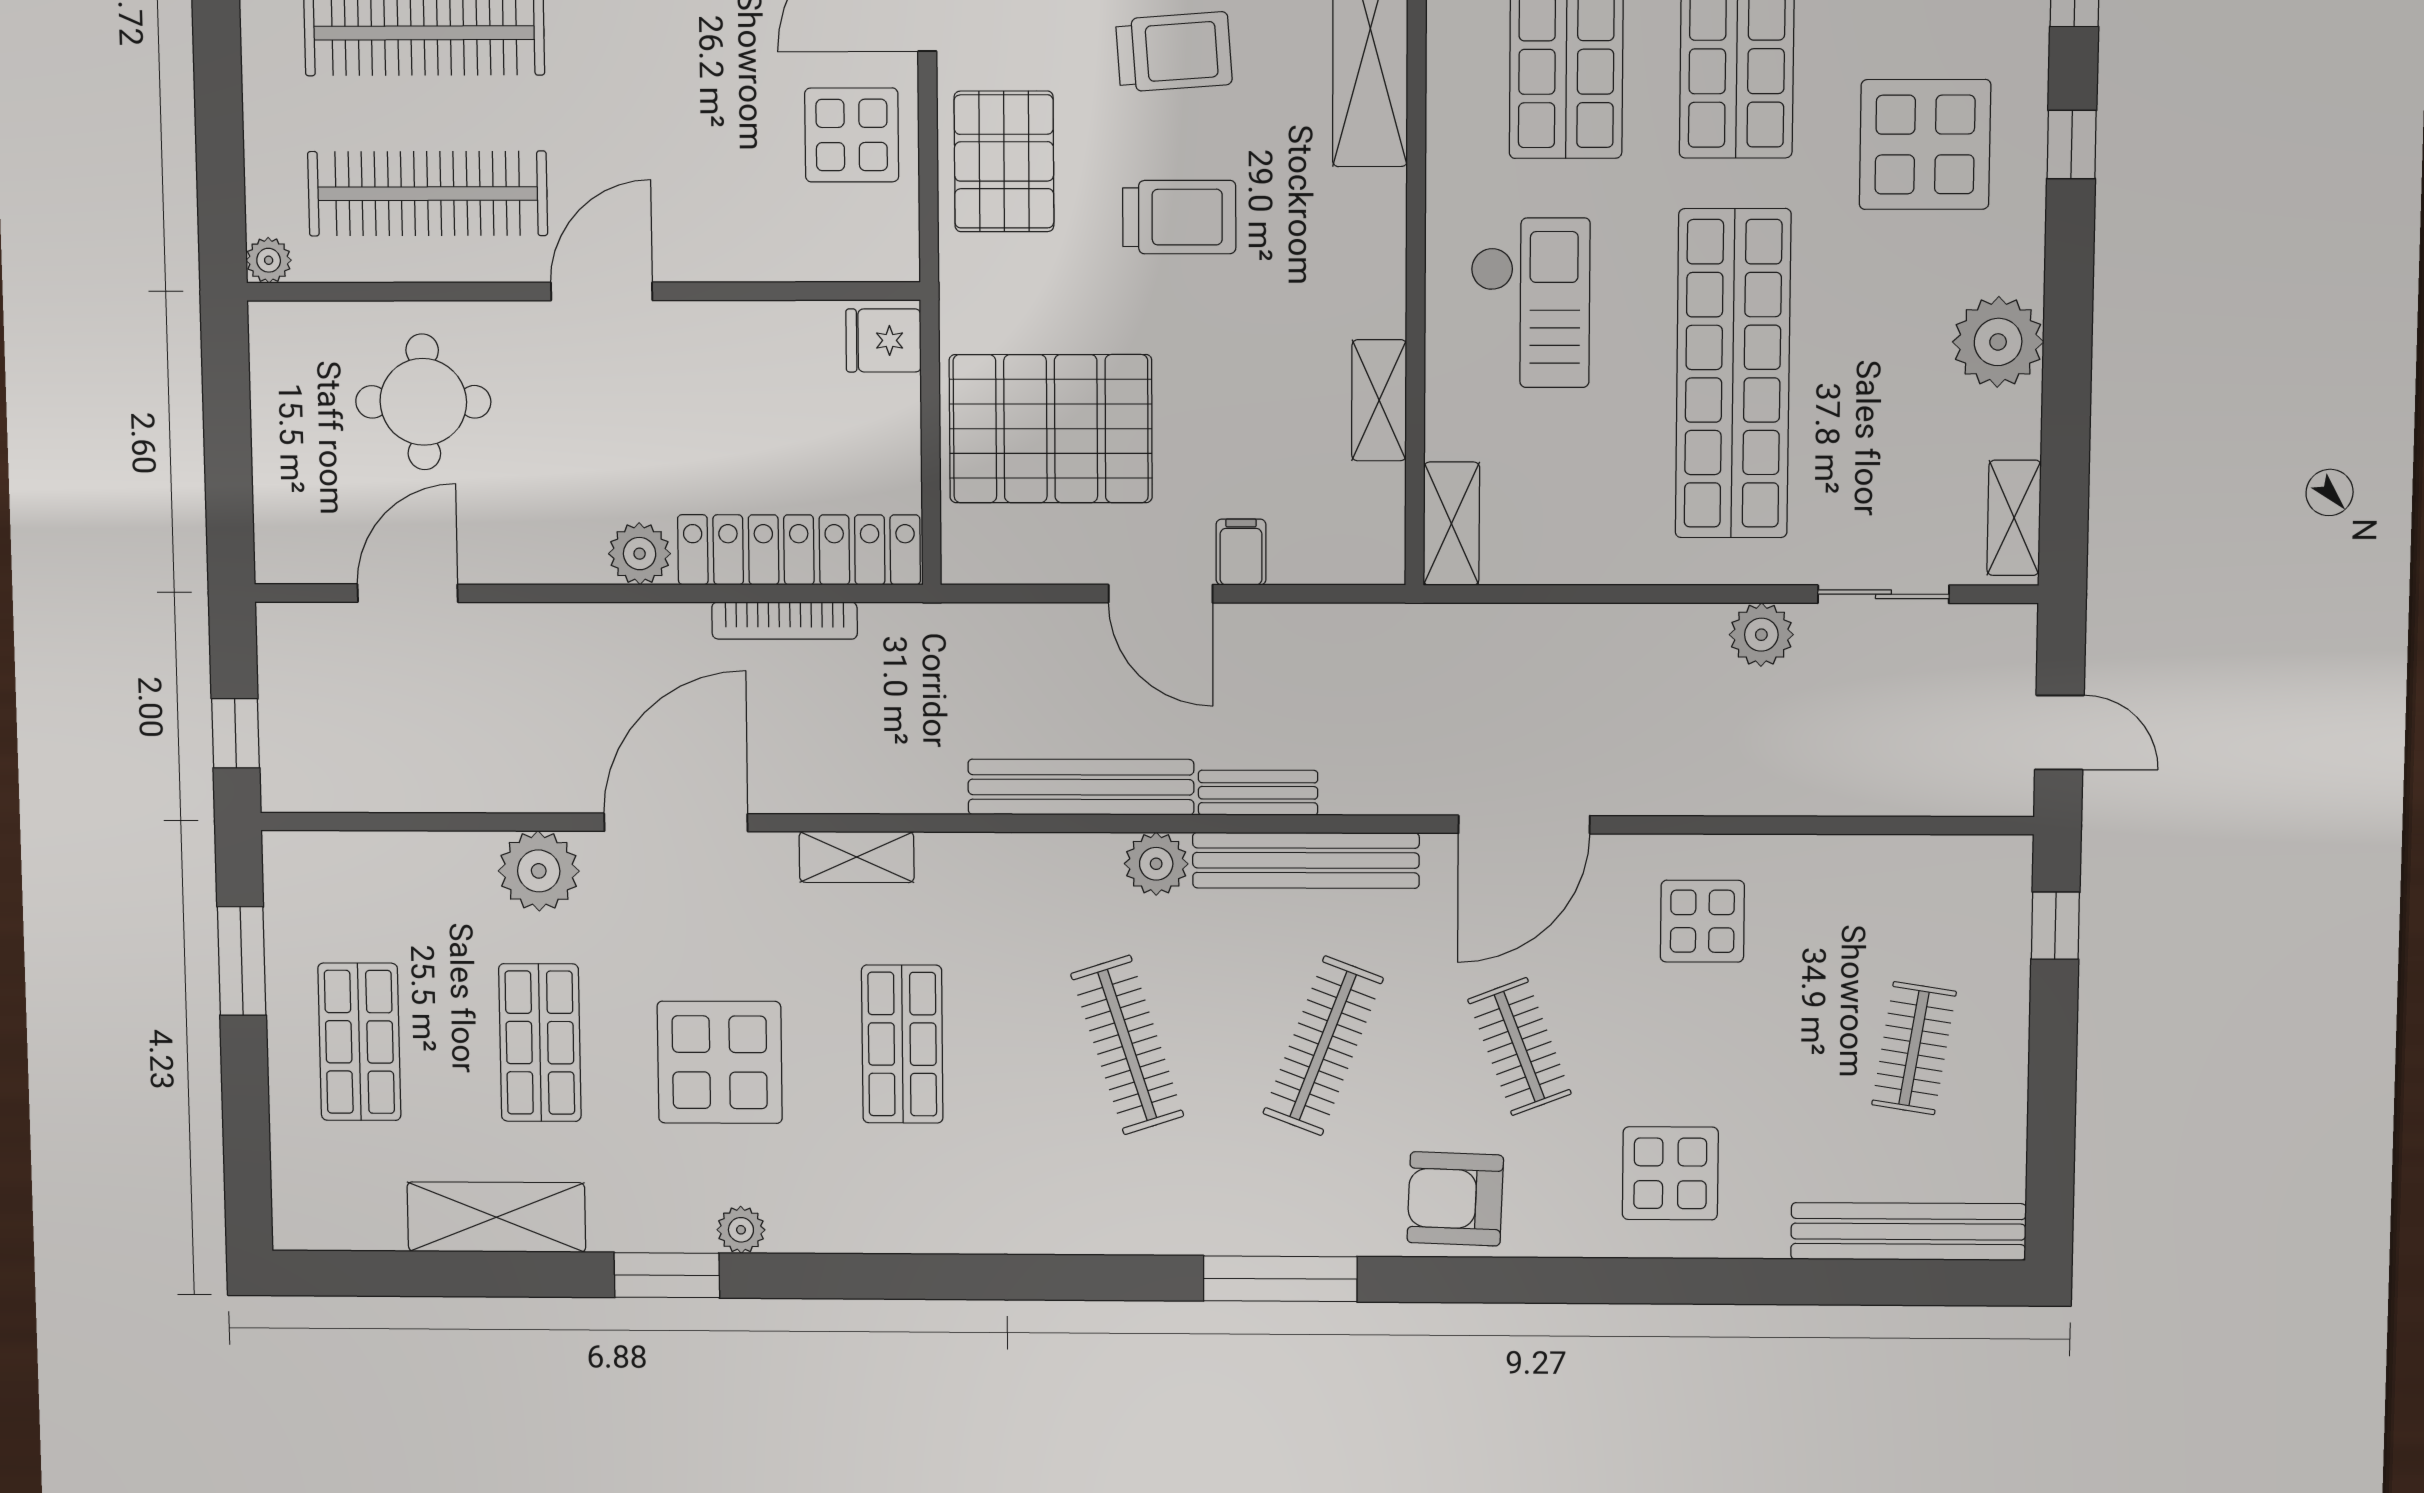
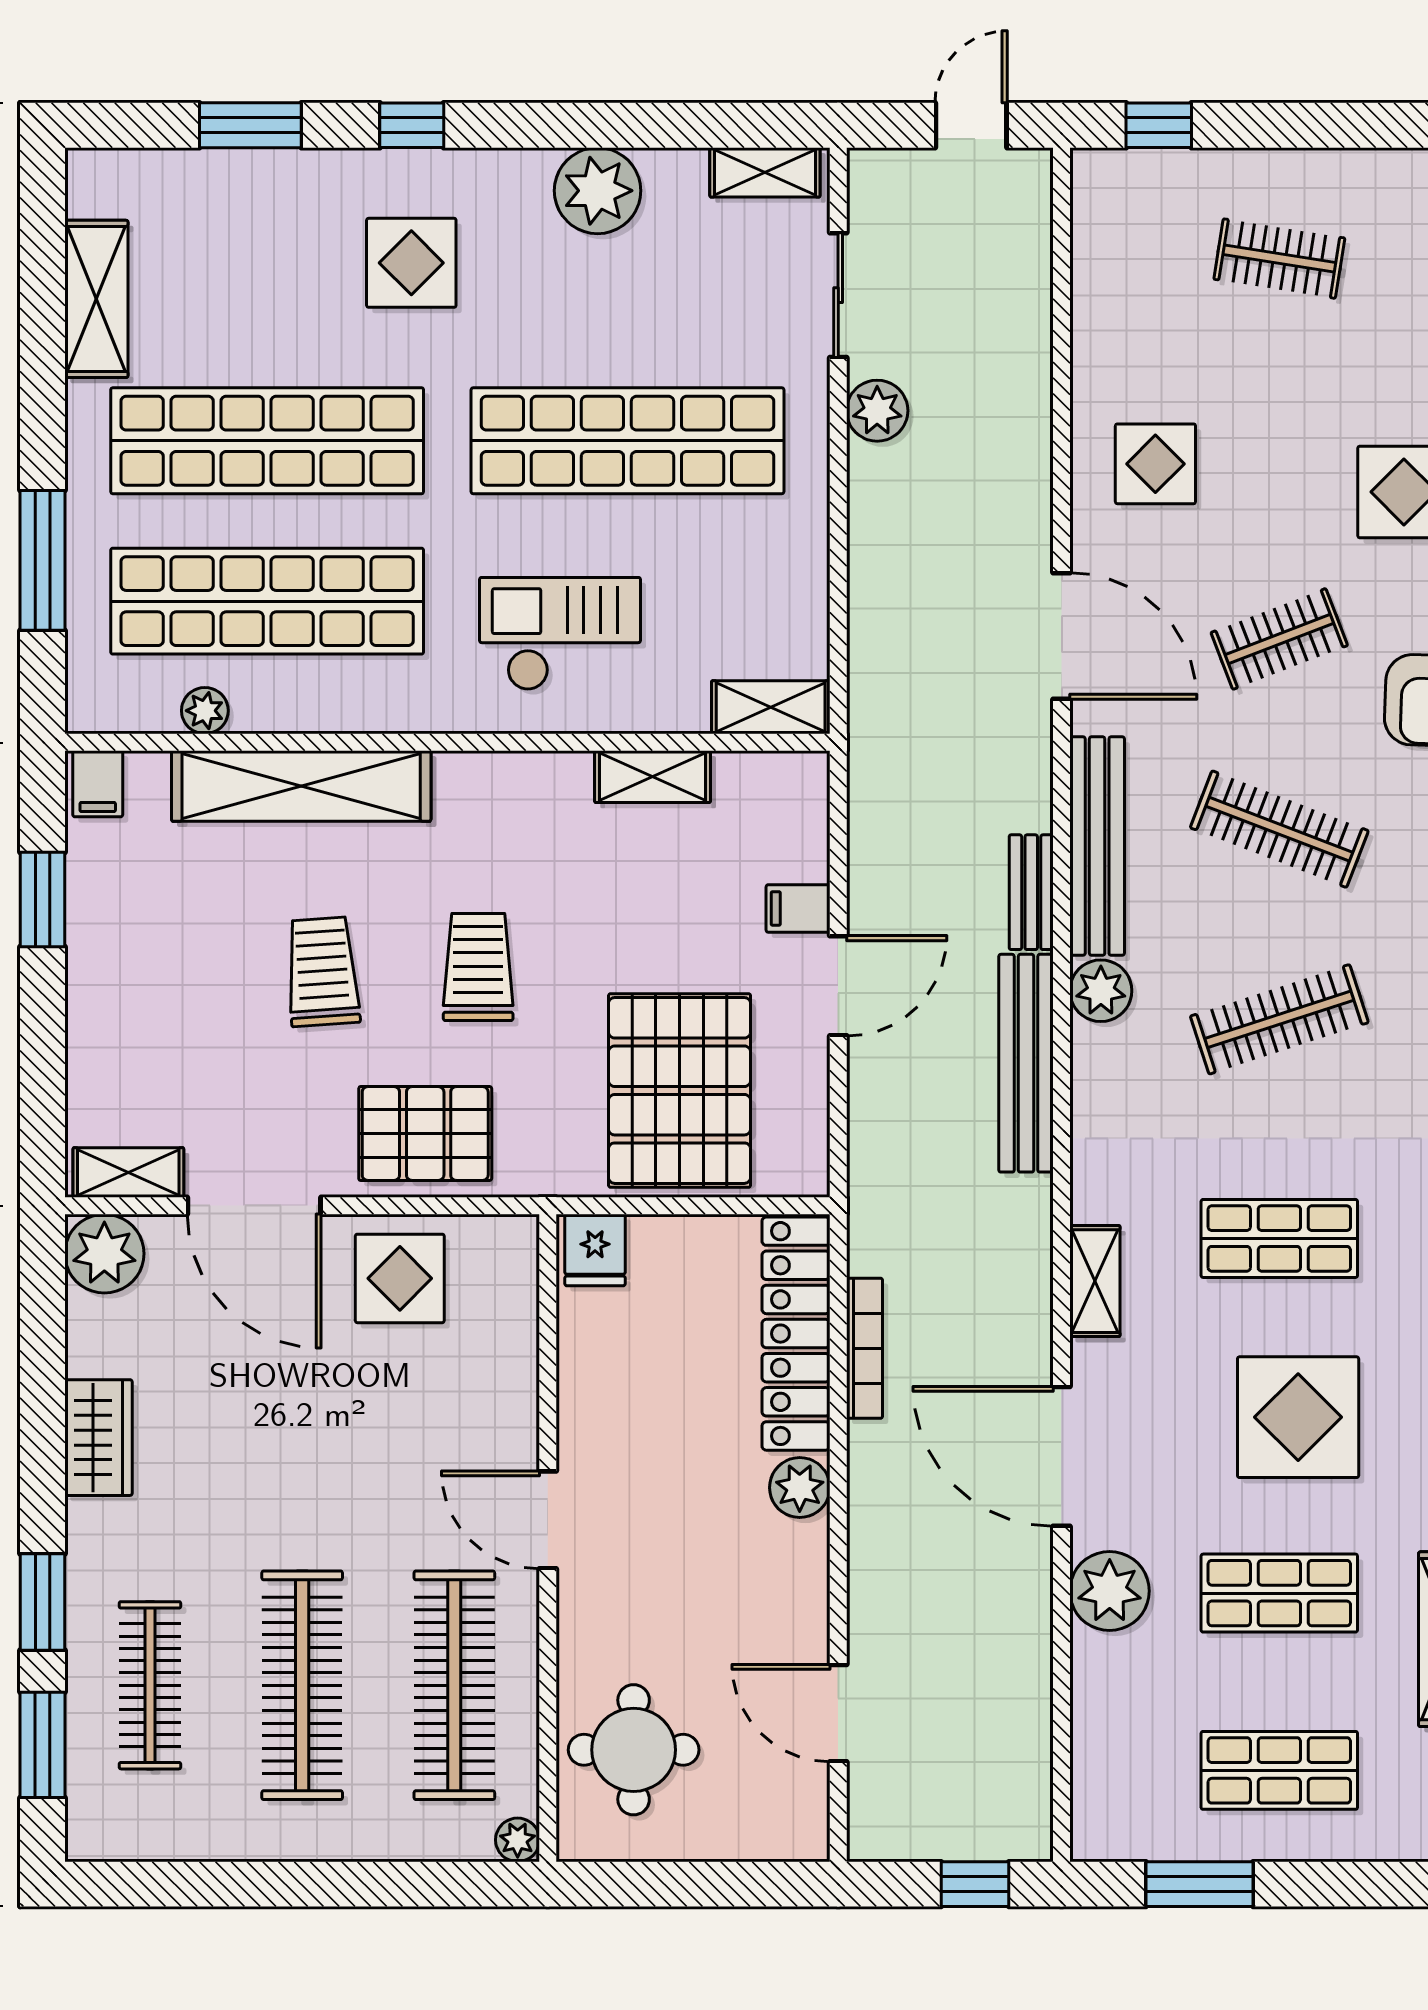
display table: (1925, 144) -> (411, 263), width x0.73, depth x0.73
round table: (423, 402) -> (634, 1750), moved

